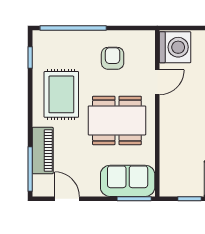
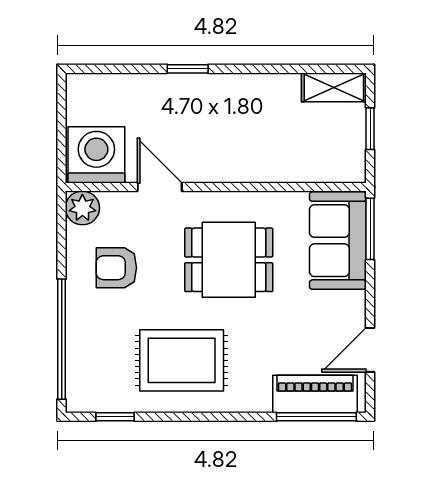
plant: (146, 40) -> (82, 208), added
dining table: (117, 120) -> (229, 260), width x0.73
piano: (43, 151) -> (315, 394), moved

